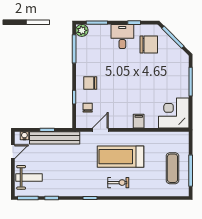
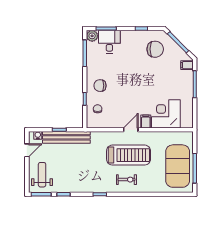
desk: (122, 37) -> (109, 42), moved
filing cabinet: (182, 61) -> (187, 65), added
corner desk: (174, 113) -> (166, 114), moved
door: (100, 130) -> (131, 130), moved
treadmill: (120, 157) -> (129, 155), turned 180
exercise mat: (172, 168) -> (178, 166), width x2.00, depth x1.45
weight bench: (29, 177) -> (42, 175), turned -90

